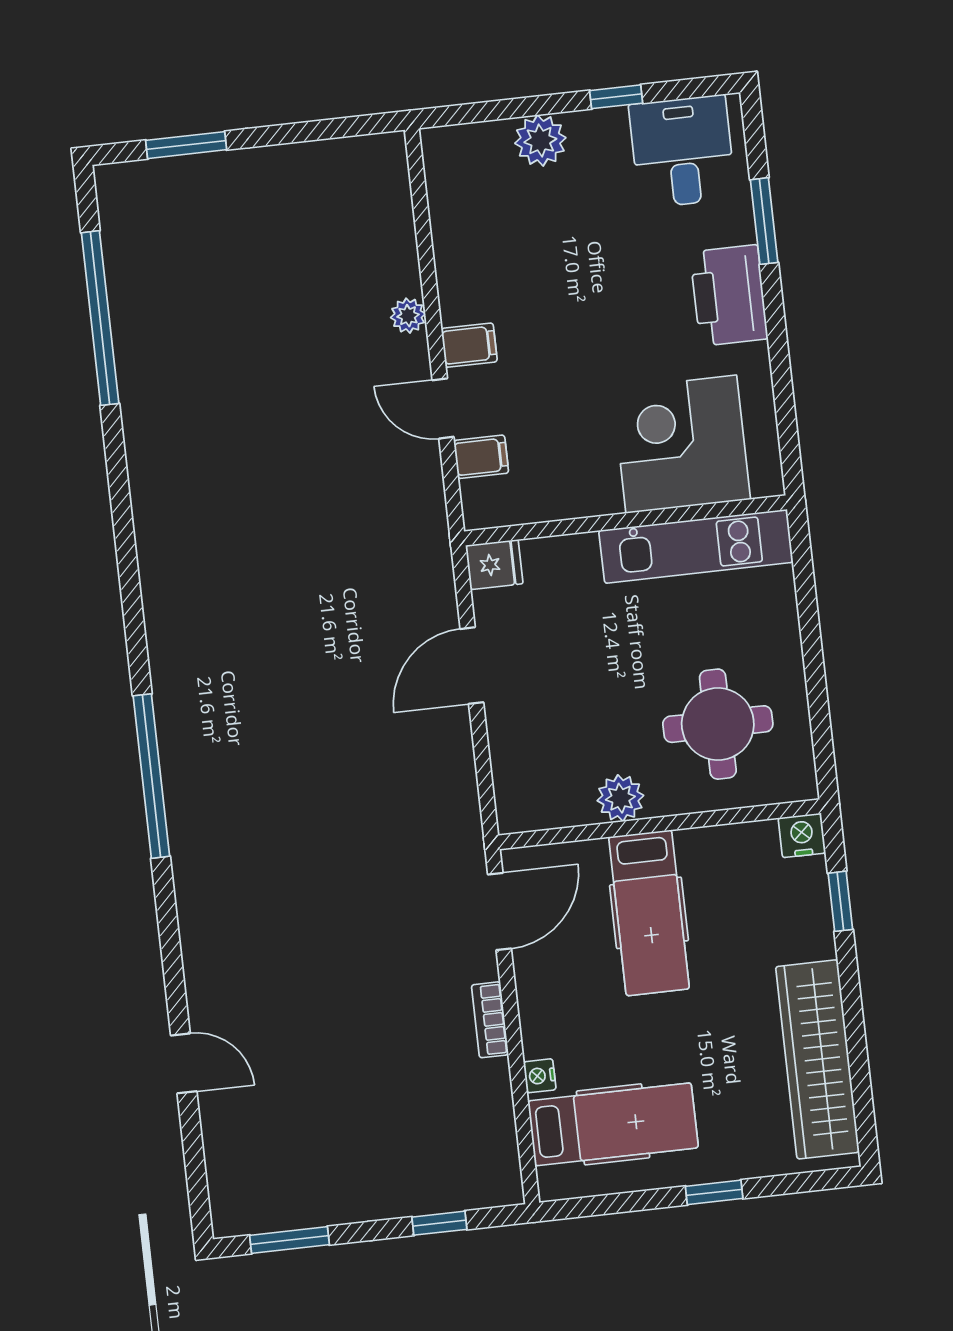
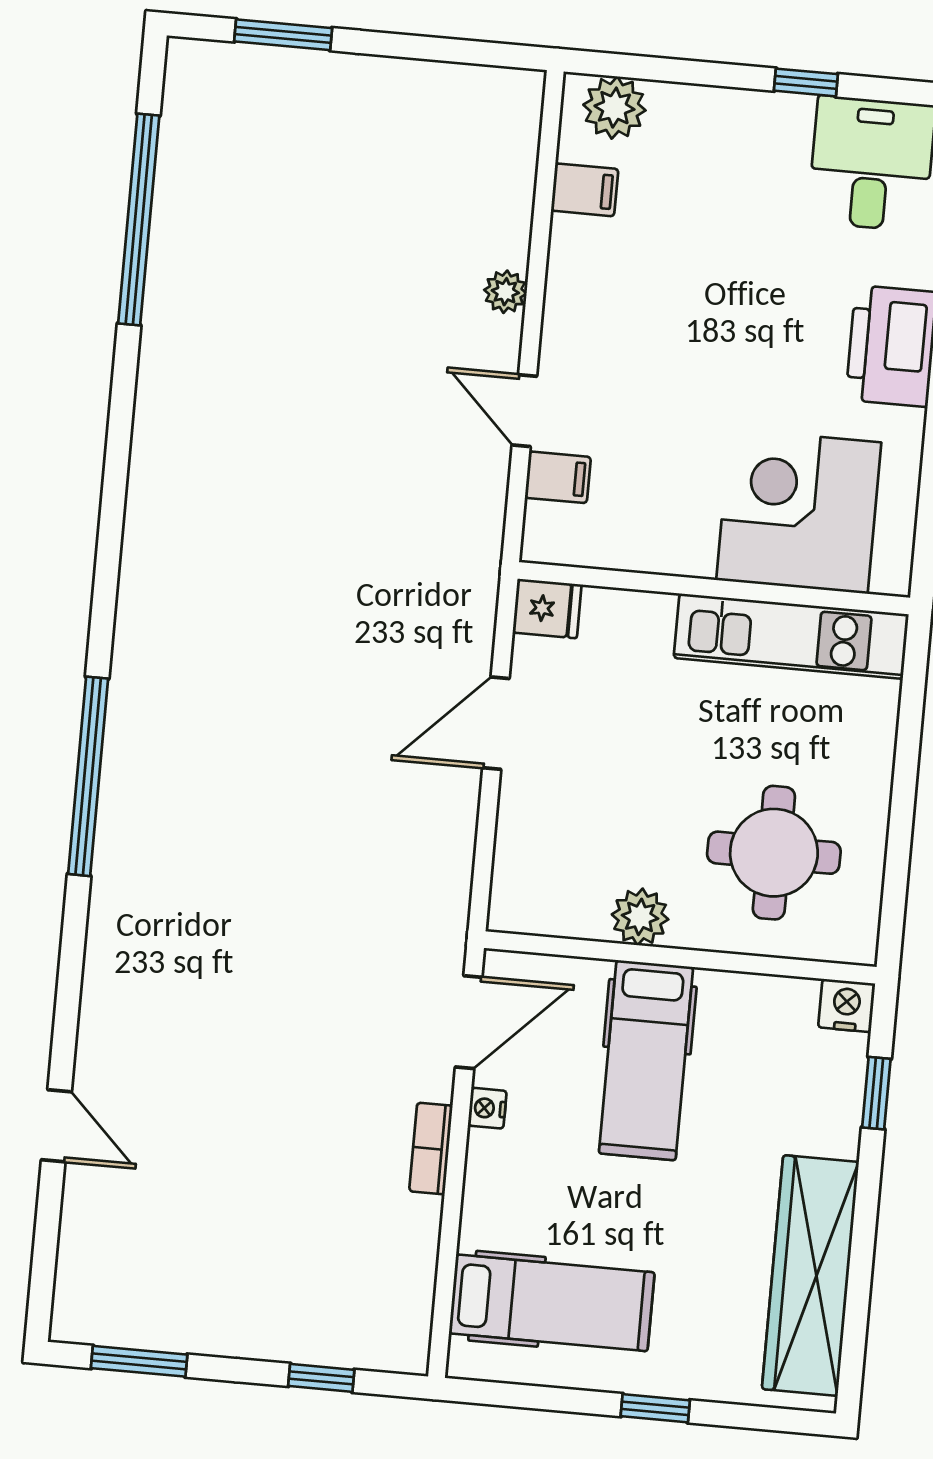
plant: (540, 140) -> (614, 108), moved
filing cabinet: (469, 345) -> (585, 190), moved
nightstand: (540, 1076) -> (487, 1108), moved

